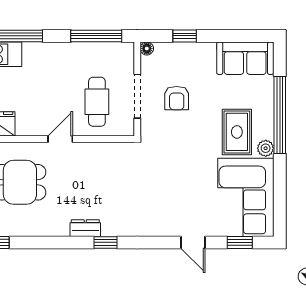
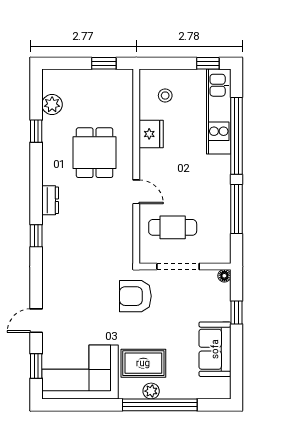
window: (96, 36) -> (236, 209), moved
sofa: (245, 58) -> (215, 349), moved
armchair: (177, 98) -> (135, 296), moved, width x1.38, depth x1.38
plant: (266, 148) -> (151, 391), moved
dresser: (85, 228) -> (50, 200), moved

